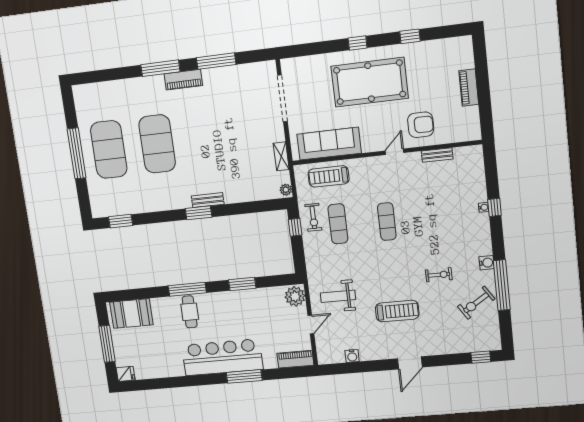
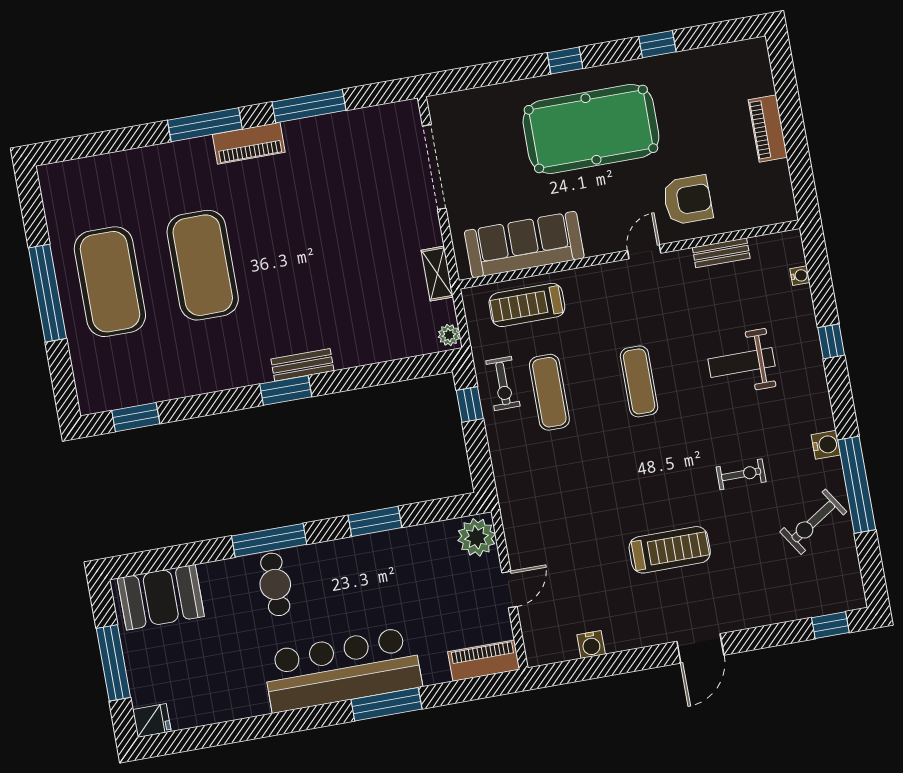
water cooler: (484, 207) -> (800, 276), moved
weight bench: (338, 296) -> (741, 363), moved

